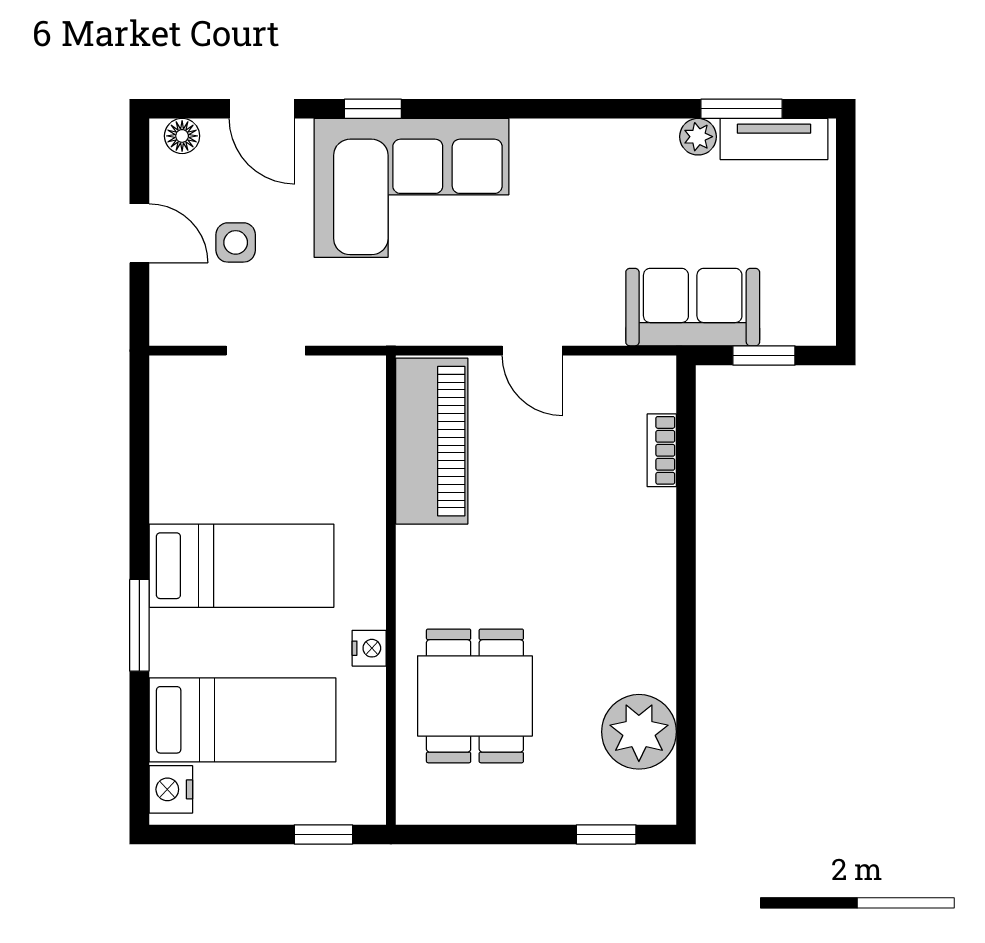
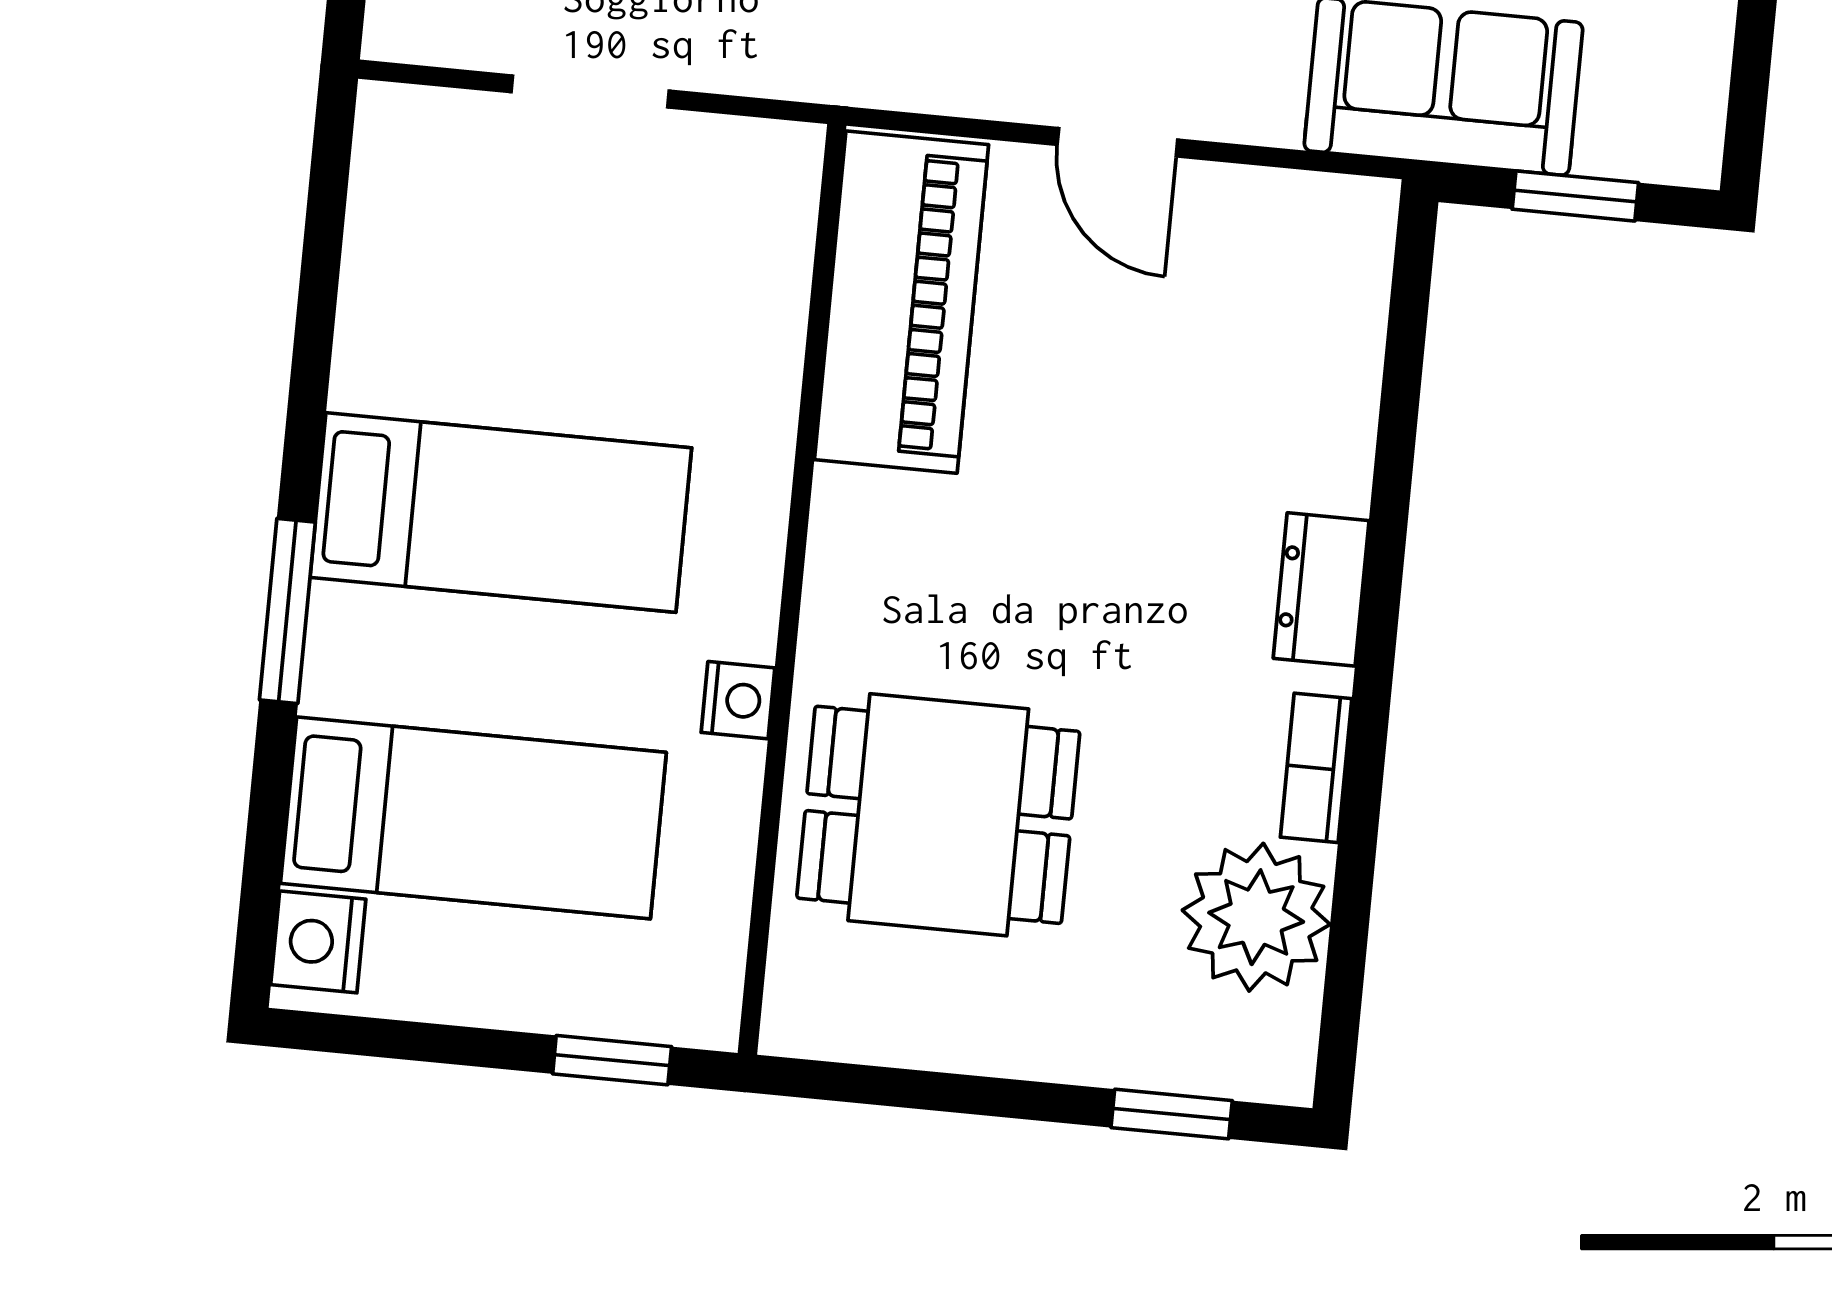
bookcase: (662, 450) -> (1316, 768), moved
dresser: (656, 565) -> (1321, 589), added
dining table: (475, 696) -> (938, 815), turned 90

